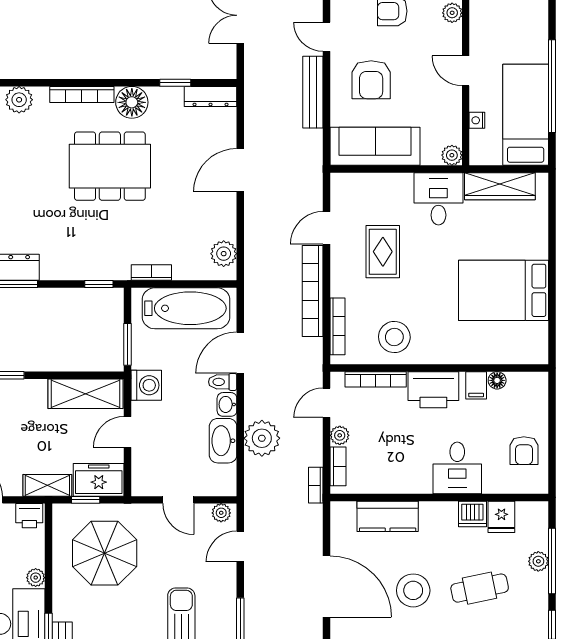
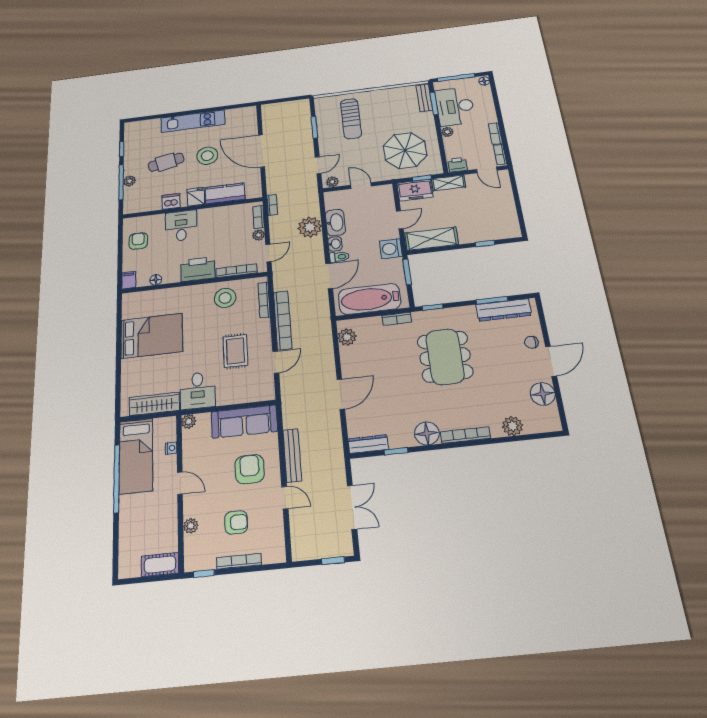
dining table: (110, 166) -> (445, 357), moved, turned 90
filing cabinet: (476, 385) -> (129, 280), moved
fridge: (501, 517) -> (196, 197), moved

